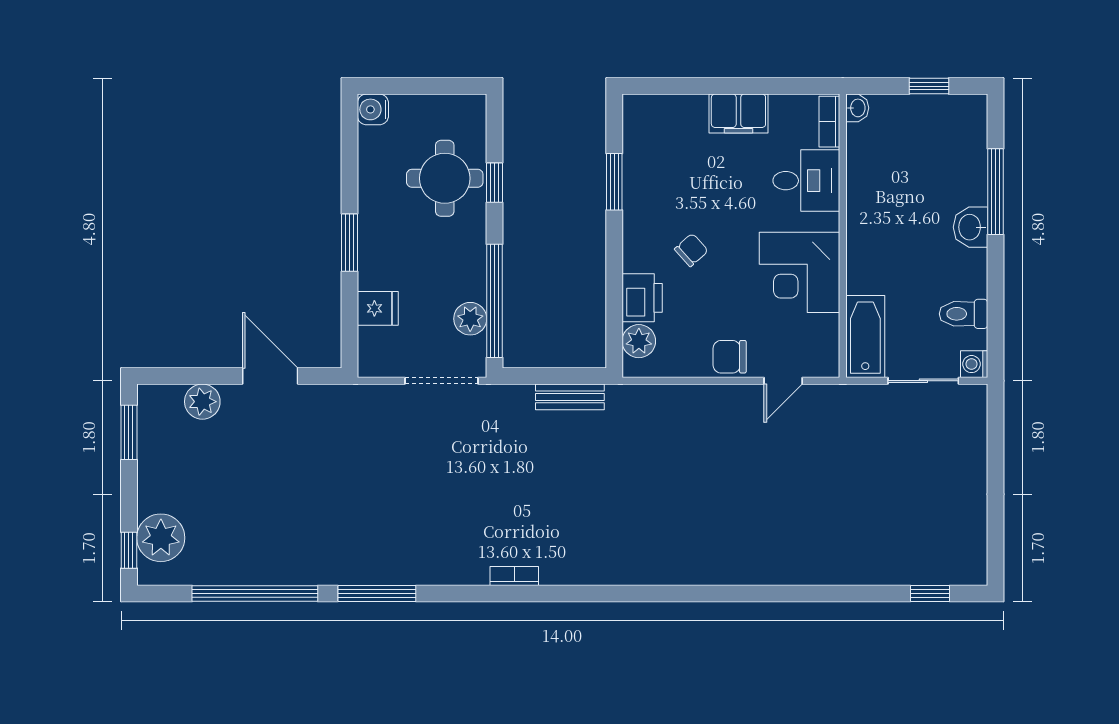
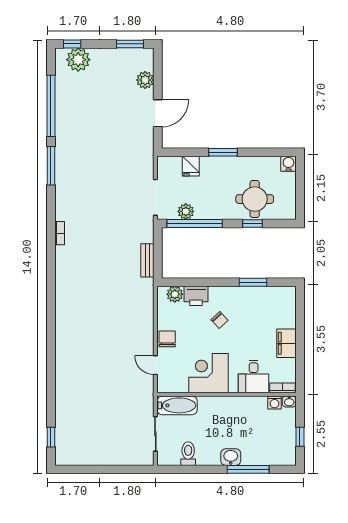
washing machine: (974, 364) -> (274, 403), moved, turned 180

